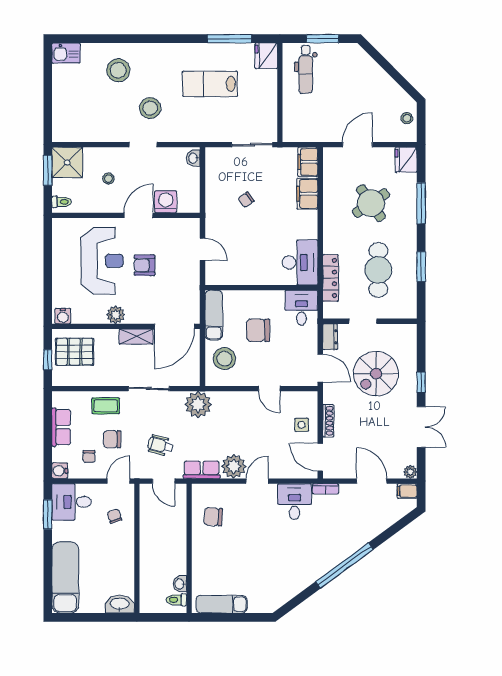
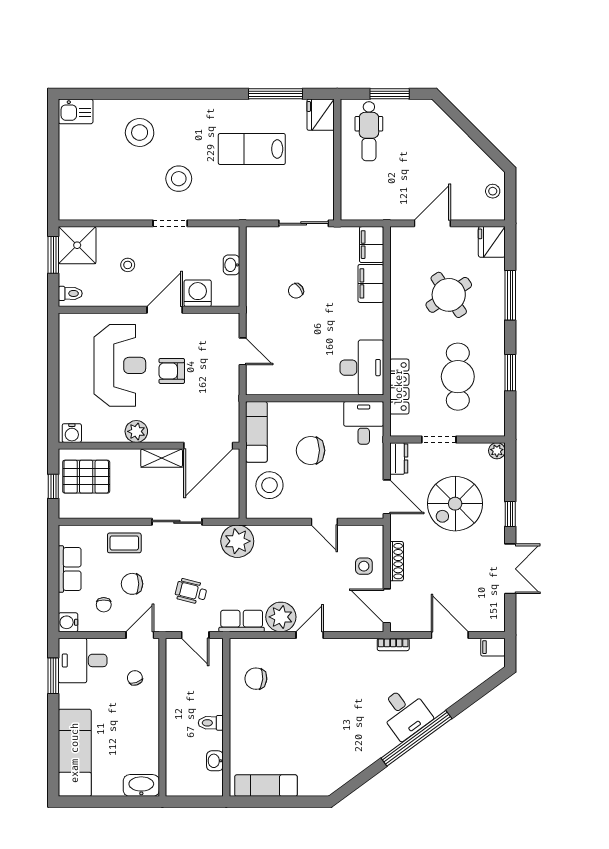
washbasin: (193, 158) -> (231, 265), moved
plant: (410, 472) -> (497, 451), moved
desk: (294, 502) -> (405, 713), moved, turned 144
toilet: (176, 600) -> (211, 723), moved

